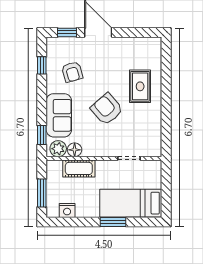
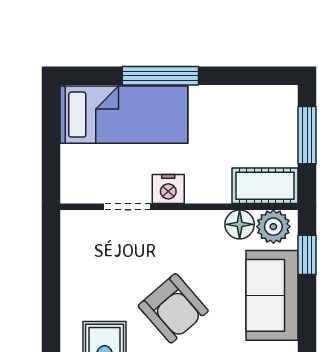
cot: (79, 168) -> (265, 186), moved
nightstand: (67, 210) -> (168, 189), moved, turned 180
window: (113, 222) -> (160, 76), width x1.44

